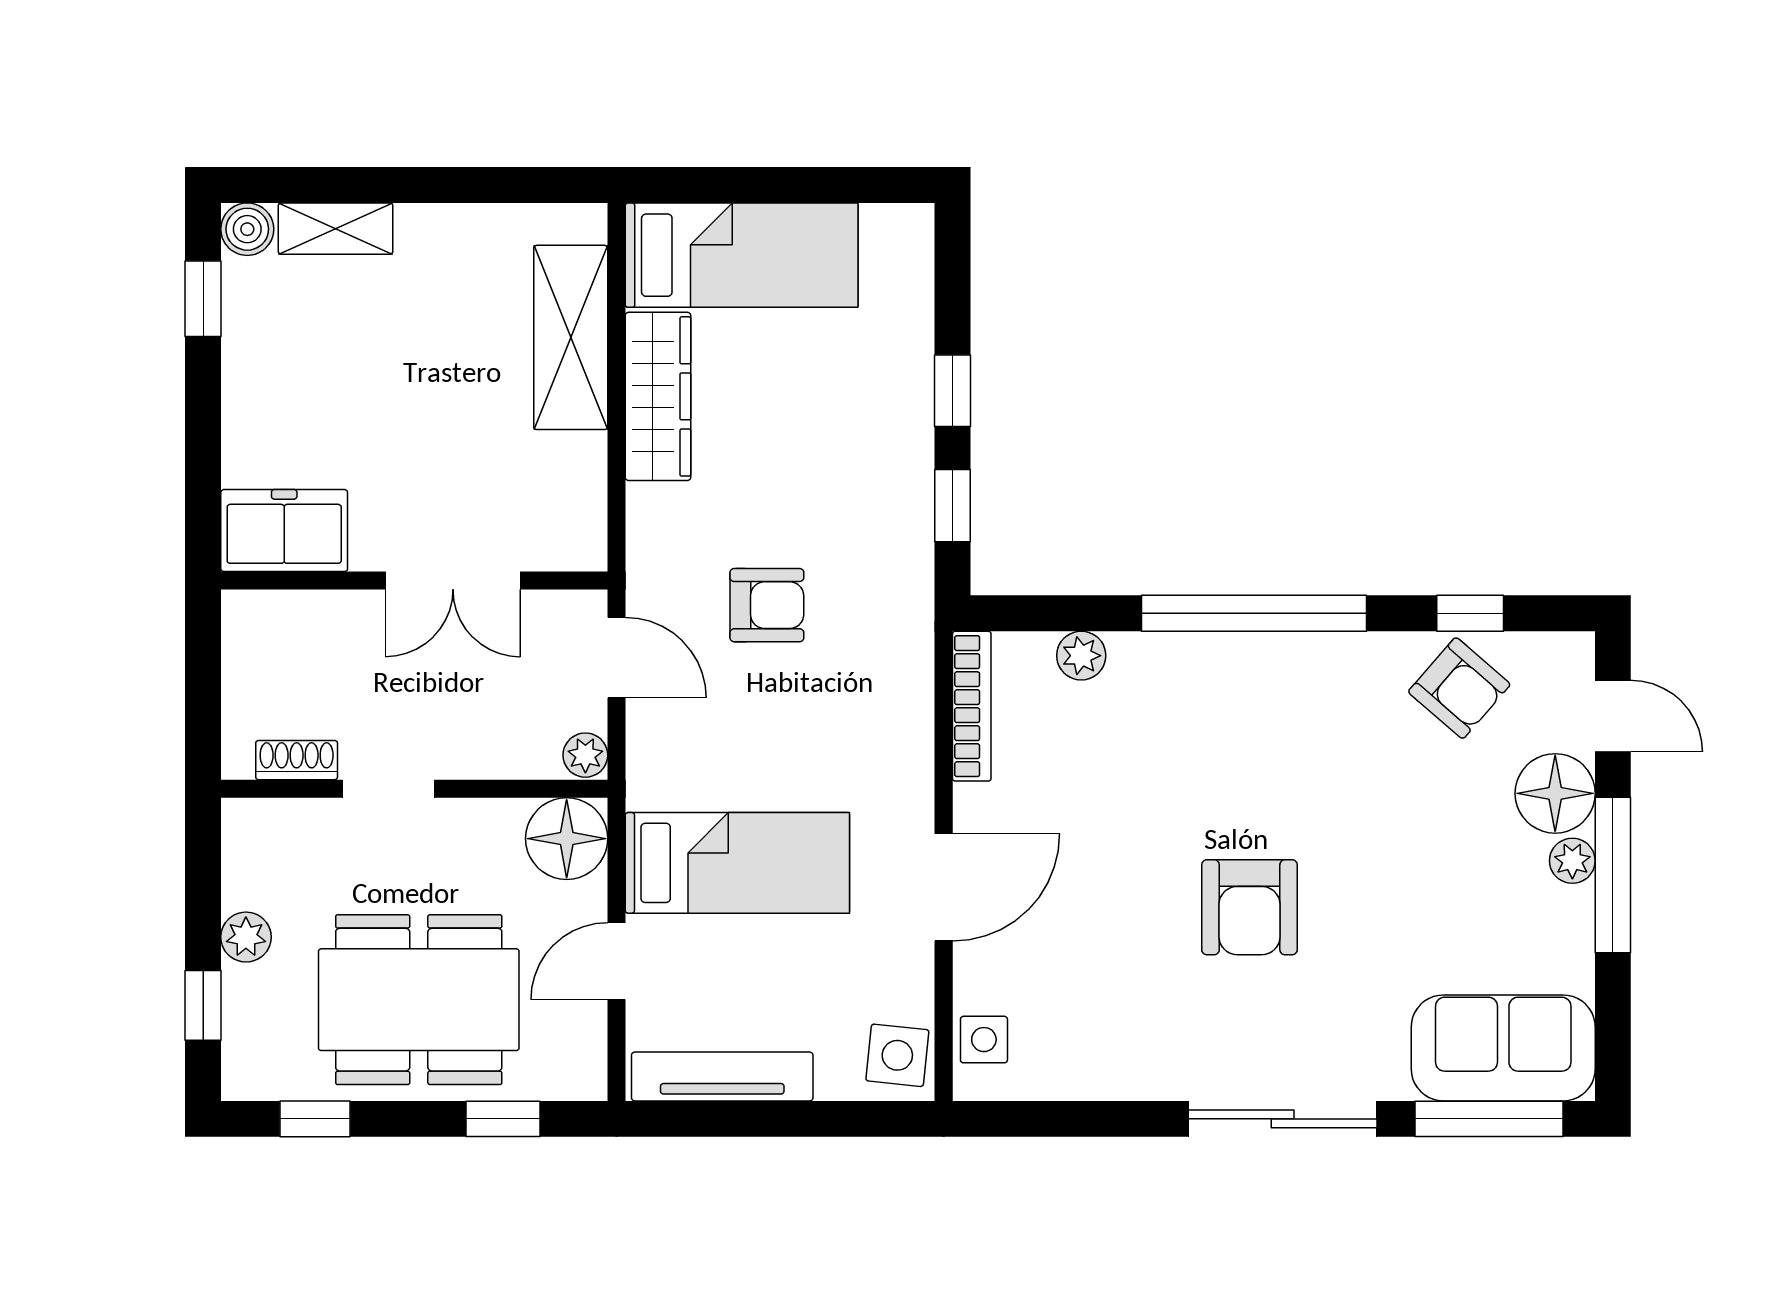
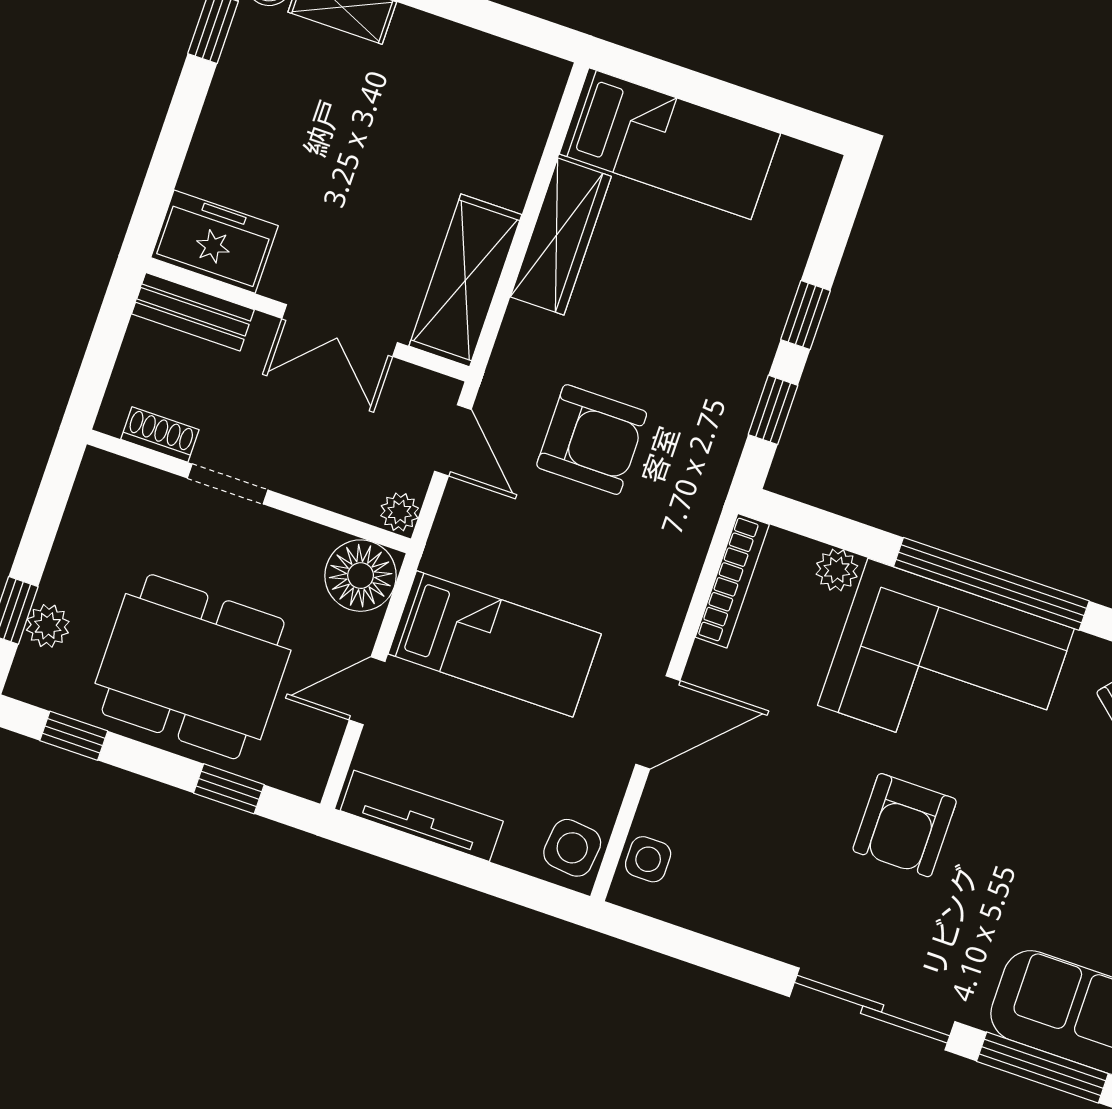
shelving: (571, 337) -> (465, 280), moved
armchair: (767, 605) -> (592, 440), width x1.38, depth x1.38
bench: (287, 615) -> (193, 312), added
corner sofa: (1236, 720) -> (946, 667), added
plant: (246, 937) -> (48, 626), moved

